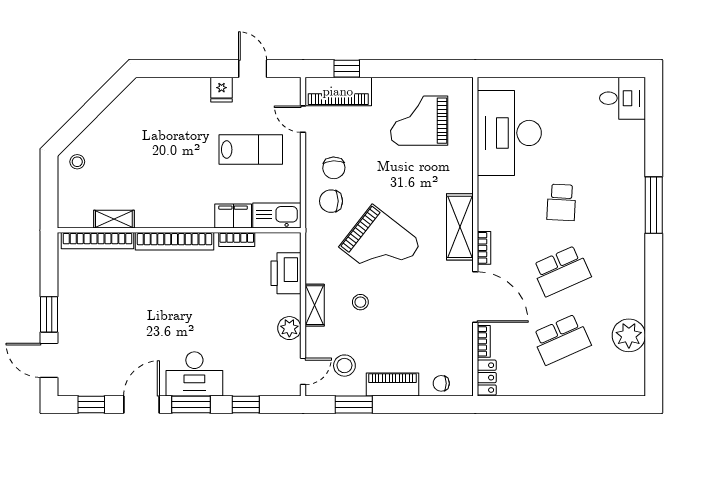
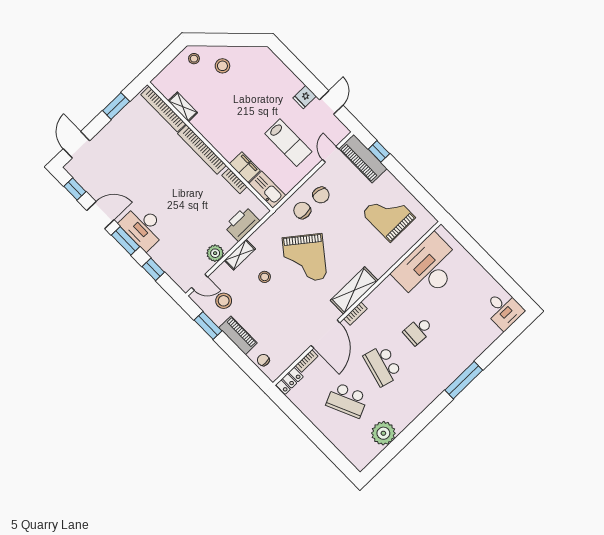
stool: (112, 141) -> (222, 66), added
chair: (334, 168) -> (321, 195), turned -77
school desk: (561, 271) -> (383, 365), turned 39
window: (49, 314) -> (116, 106), moved

